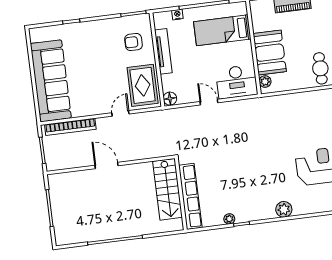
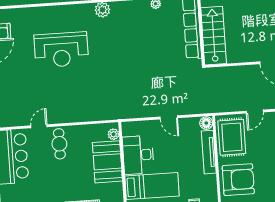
armchair: (133, 42) -> (238, 180), width x1.88, depth x1.88
tv unit: (163, 51) -> (209, 152), moved
desk: (237, 82) -> (138, 155), moved, turned -90

